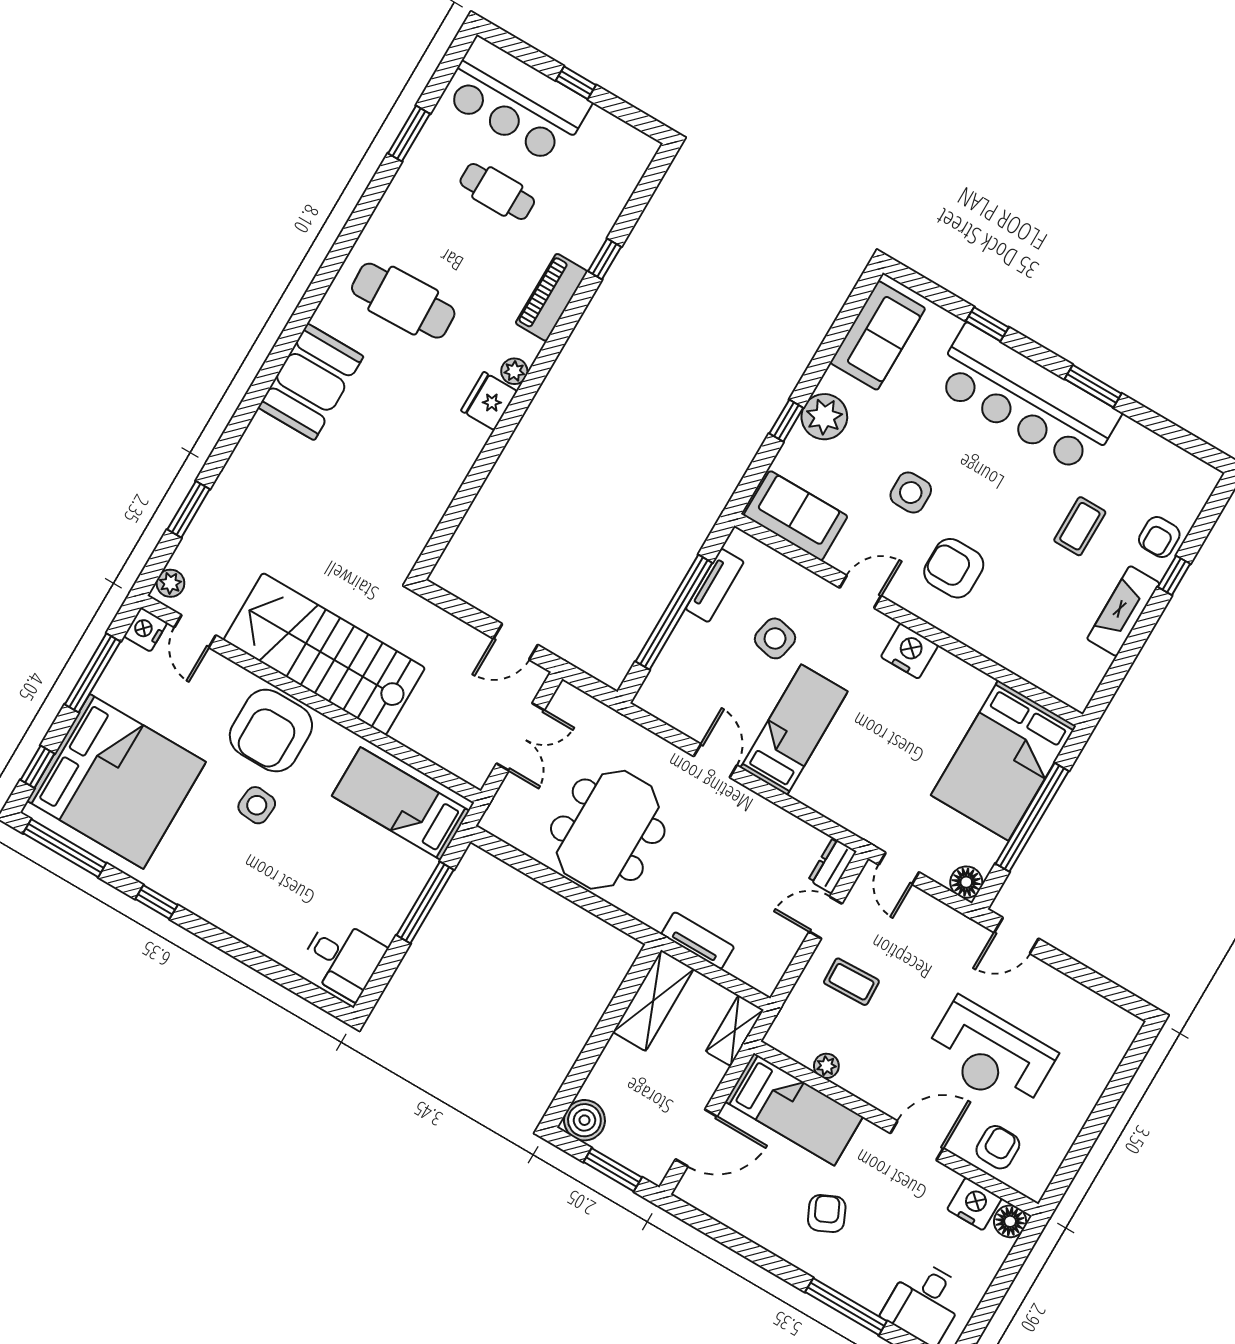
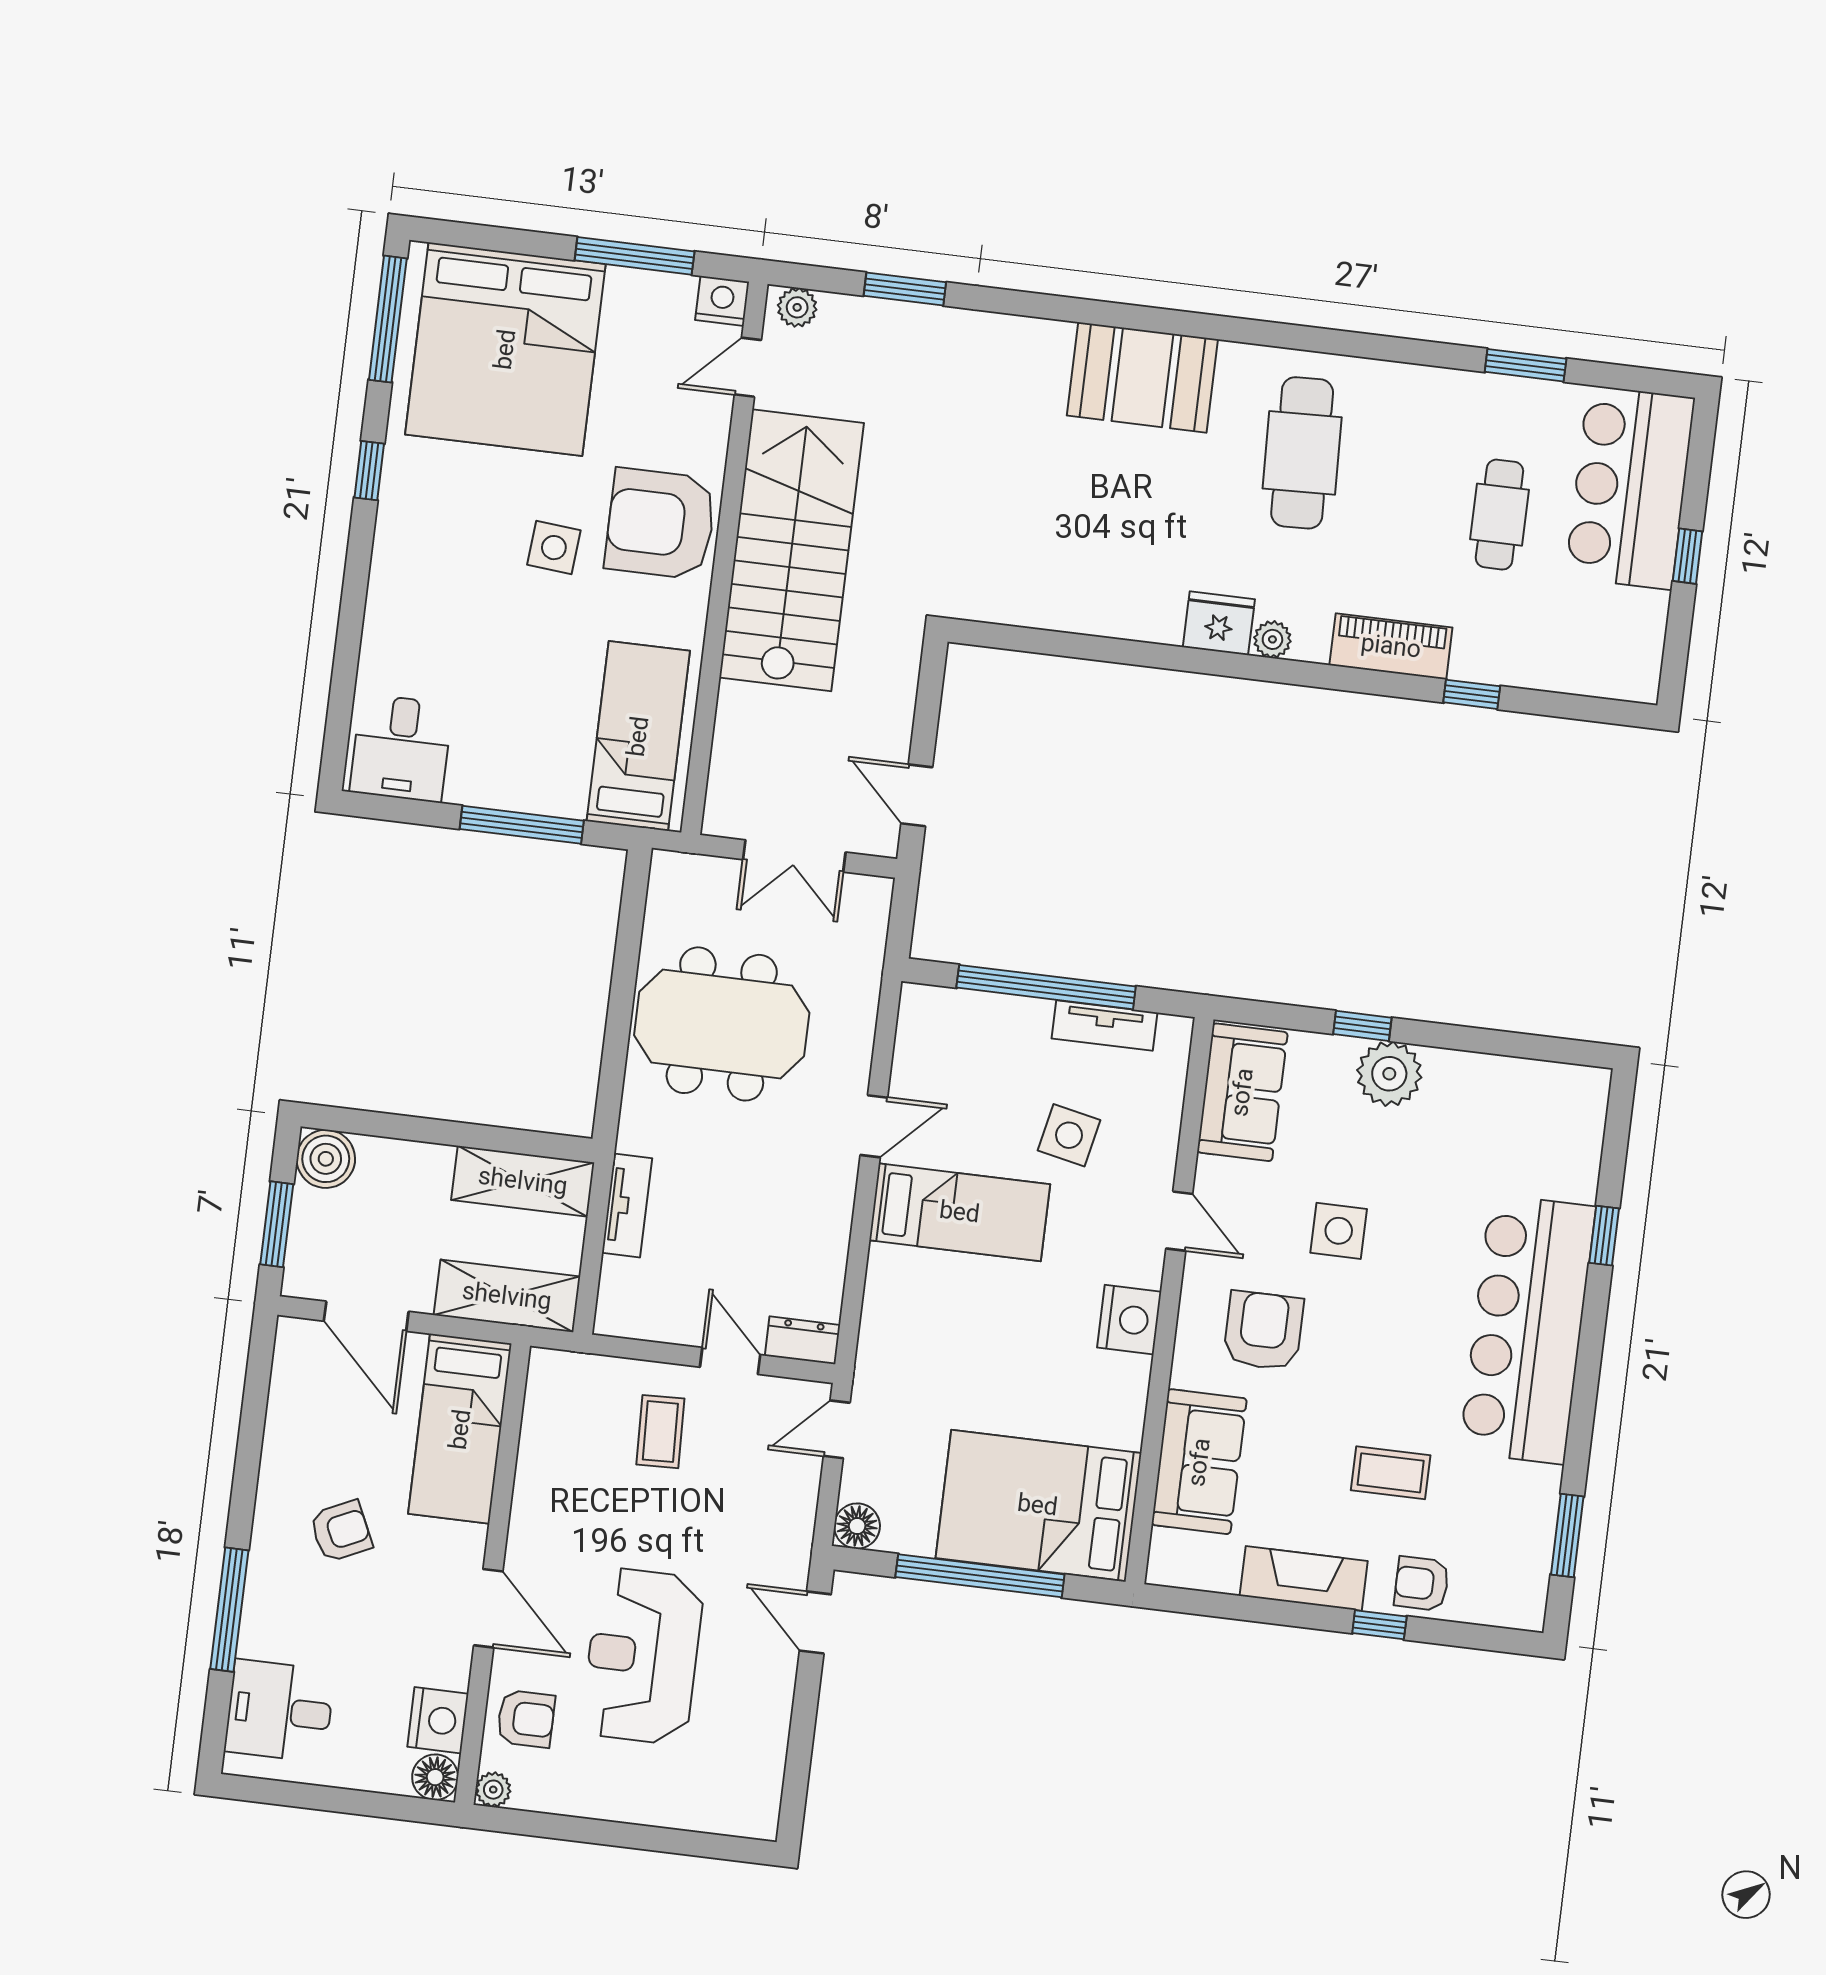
sofa: (878, 335) -> (1199, 1462), moved, turned -90
window: (1093, 386) -> (1567, 1535), moved
window: (38, 767) -> (480, 237), removed
shelving: (735, 1031) -> (507, 1296), width x1.50, depth x1.33
plant: (826, 1066) -> (493, 1790), moved

